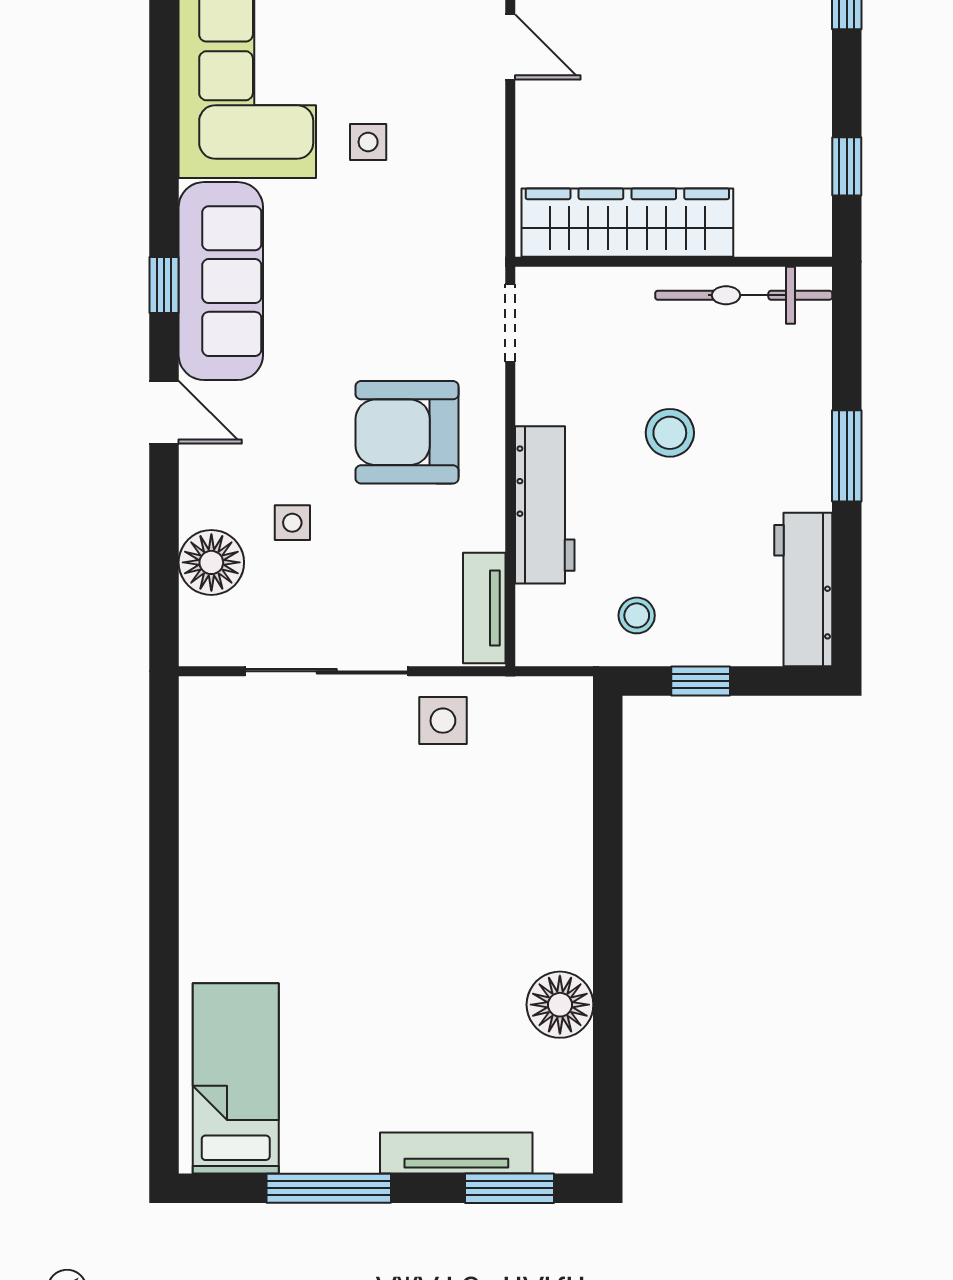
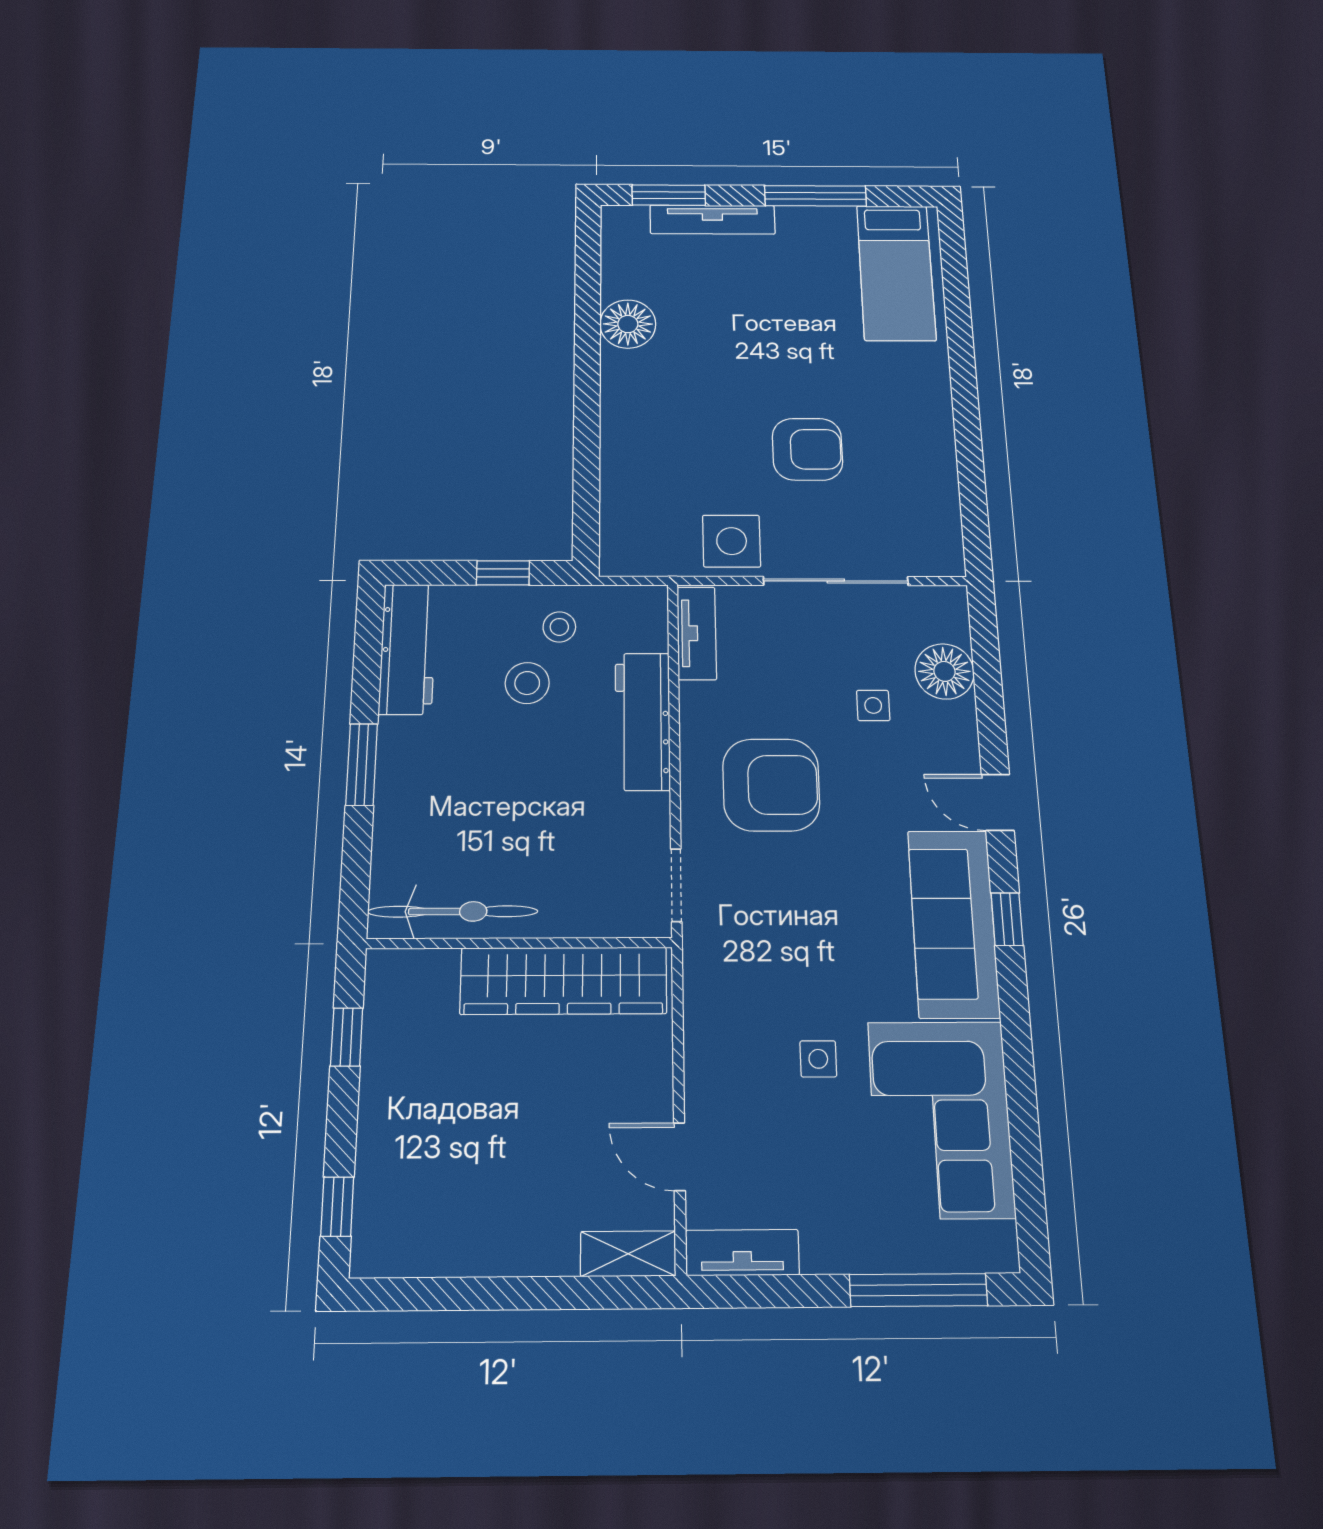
stool: (670, 433) -> (527, 683), moved
side table: (443, 721) -> (732, 541), width x1.37, depth x1.37
armchair: (352, 838) -> (807, 449), added

